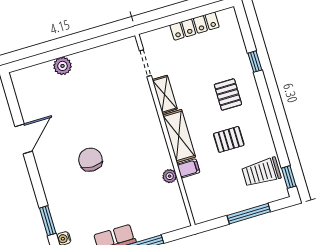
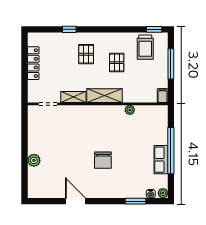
pallet: (228, 94) -> (86, 54), turned 90
chair: (90, 160) -> (103, 160), turned -90
filing cabinet: (188, 168) -> (163, 96), moved

